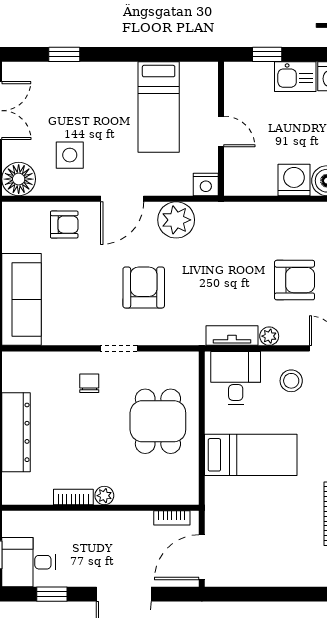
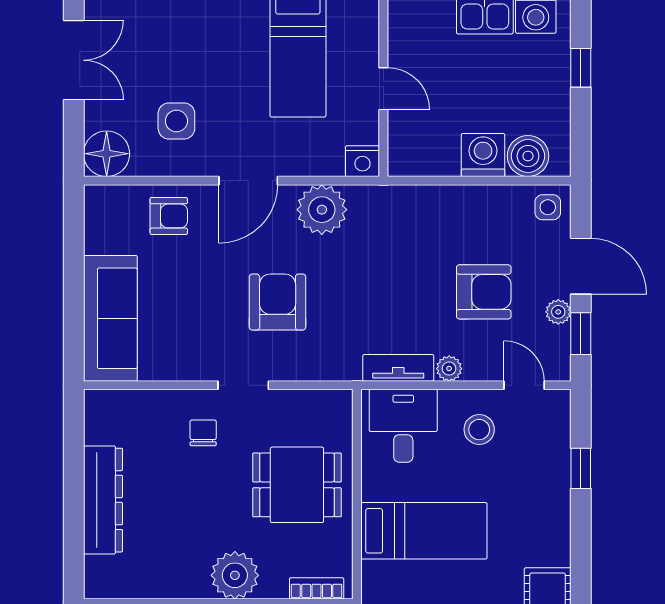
dining table: (158, 421) -> (297, 485), turned 90
plant: (104, 496) -> (235, 575), width x1.88, depth x1.88
bookcase: (73, 497) -> (317, 588), moved

